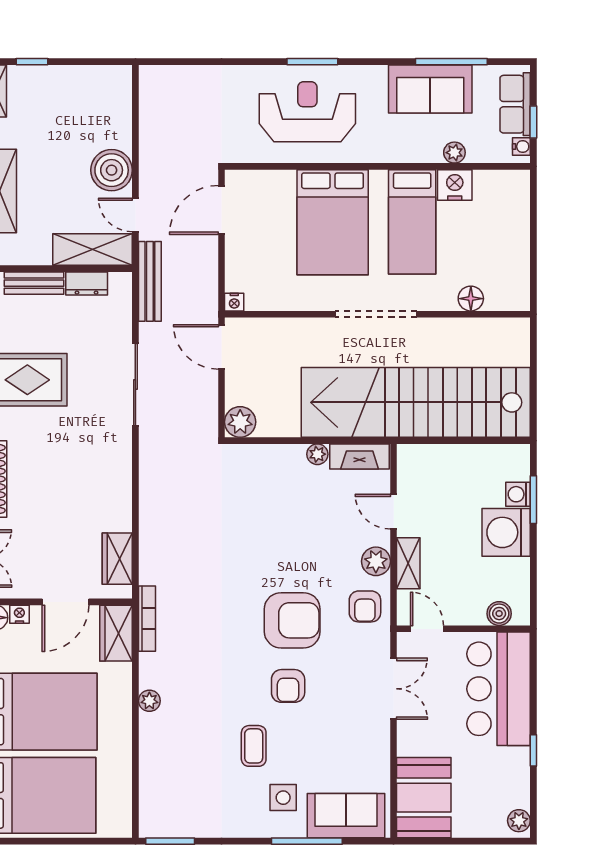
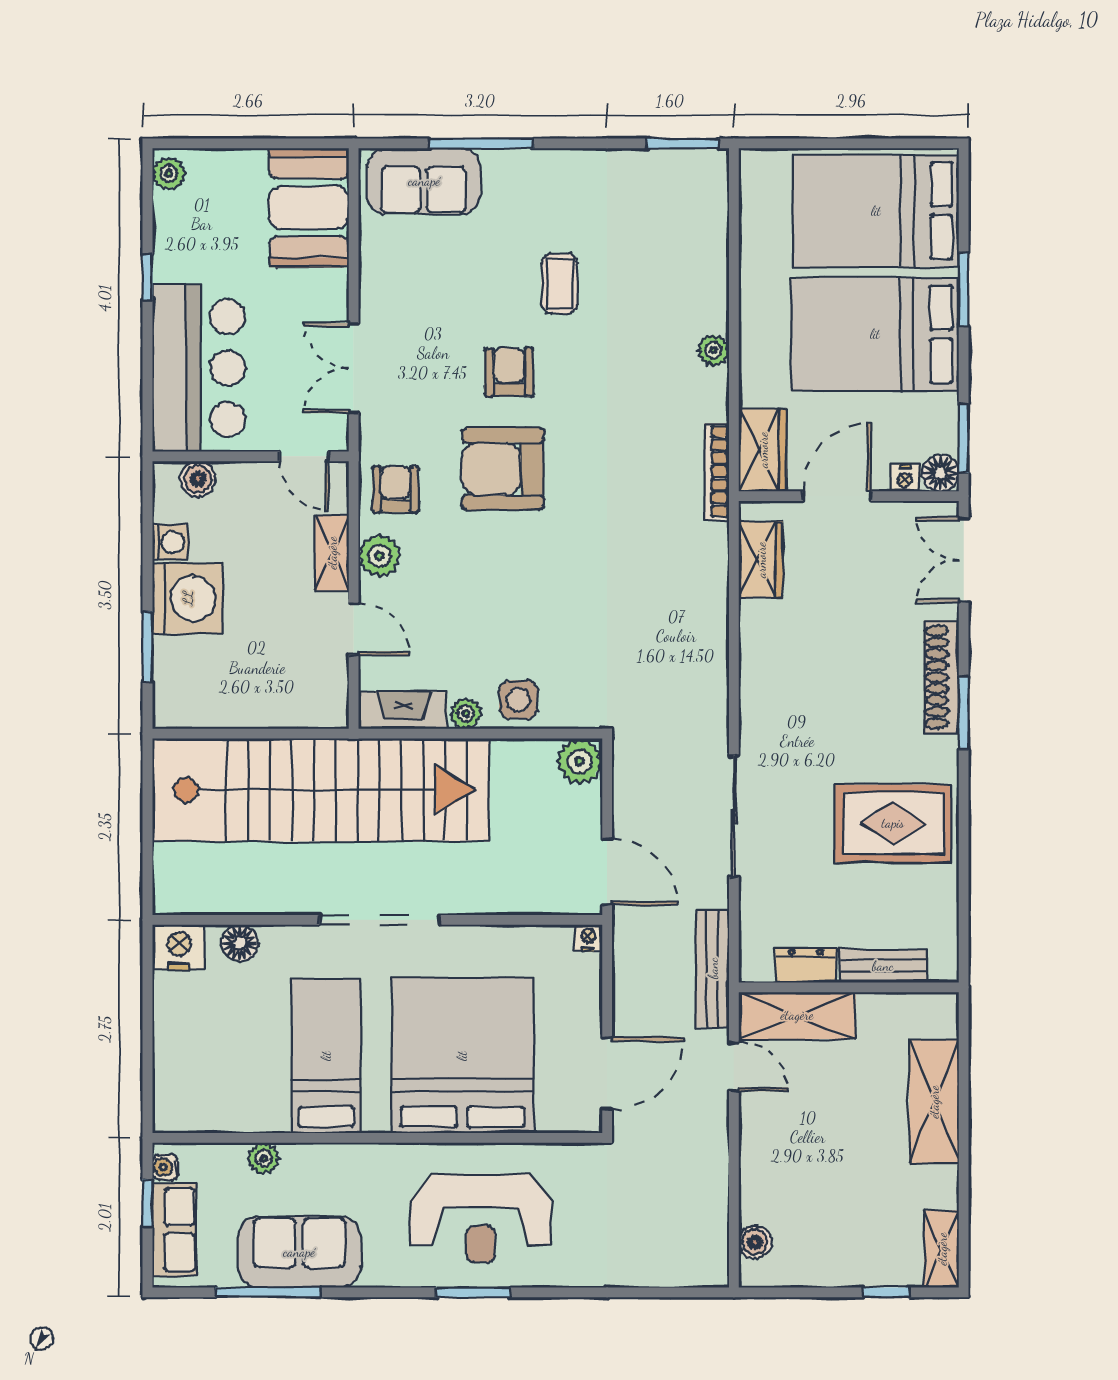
boiler: (112, 170) -> (755, 1242), moved, width x0.54, depth x0.54
nightstand: (455, 185) -> (179, 947), moved, turned 180
bed: (333, 222) -> (462, 1056), width x1.36
washing machine: (518, 494) -> (170, 542), moved
side table: (283, 798) -> (518, 700), moved

